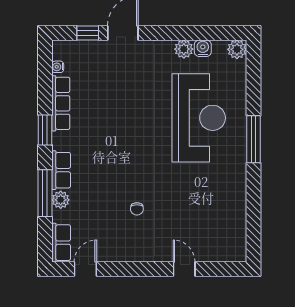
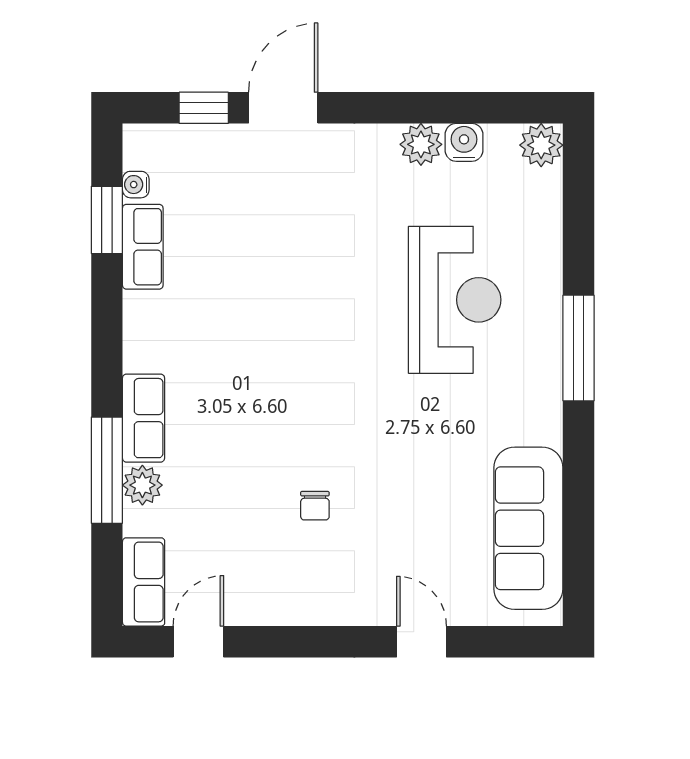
row of seats: (61, 103) -> (143, 247), width x0.68
reception desk: (199, 118) -> (455, 300), width x0.74, depth x0.77
window: (45, 130) -> (107, 220), moved
sofa: (231, 219) -> (528, 528), added

